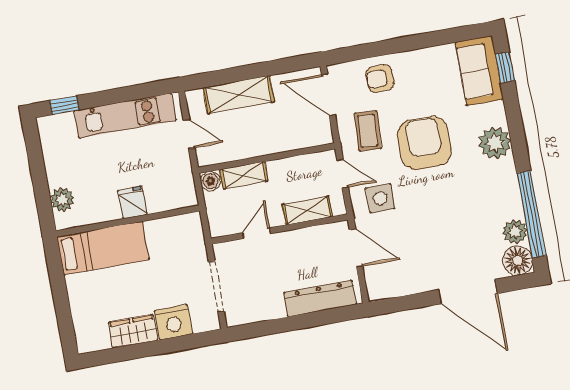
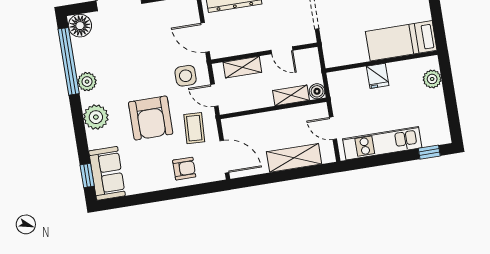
plant: (515, 232) -> (87, 82), moved
door: (257, 233) -> (282, 50), hinge flipped

